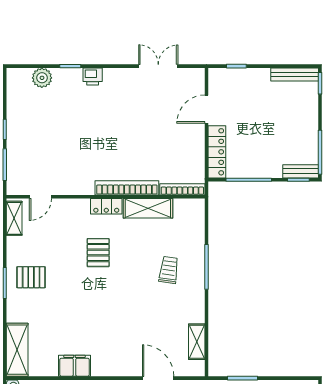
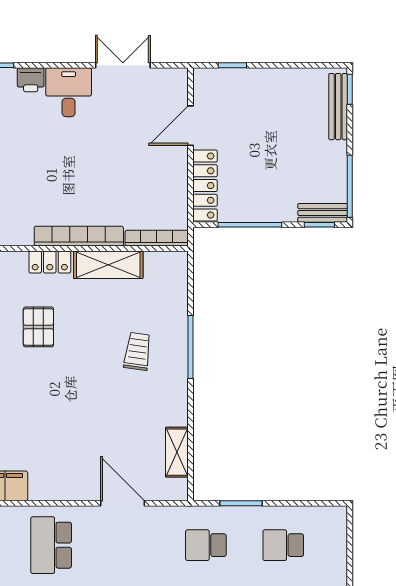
bench: (295, 75) -> (338, 107), moved, turned 90
desk: (120, 85) -> (69, 92), added

